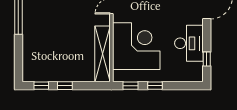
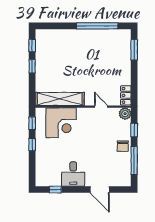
desk: (189, 43) -> (73, 174), width x0.73
corner desk: (136, 46) -> (61, 123), width x0.74, depth x0.74

